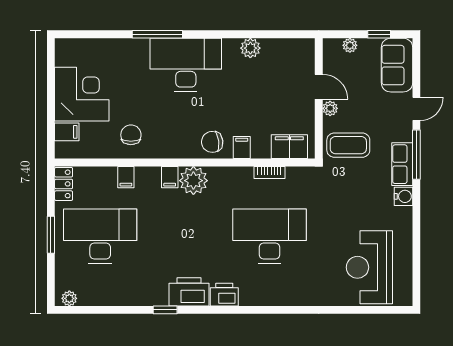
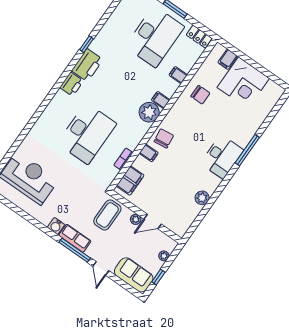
desk: (186, 65) -> (222, 157), width x0.73, depth x0.77

